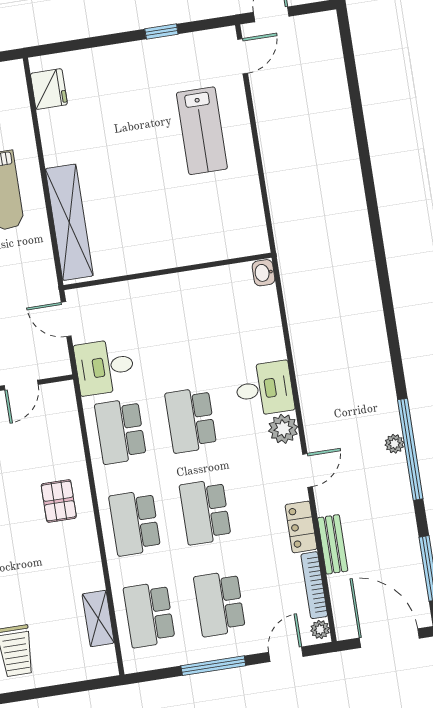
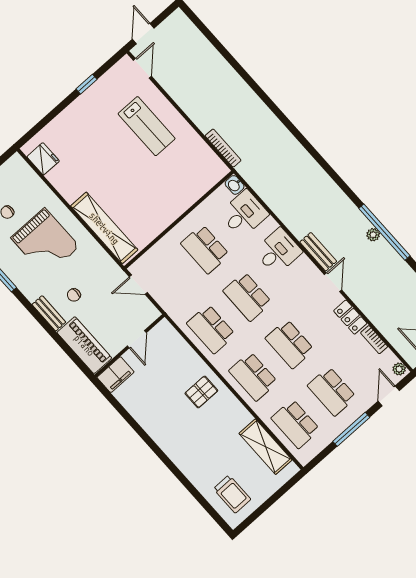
bookcase: (279, 218) -> (223, 148), added
school desk: (176, 328) -> (205, 249), added
desk: (105, 367) -> (244, 214), moved, turned 180
plant: (283, 429) -> (304, 267), removed
pallet: (59, 501) -> (201, 392), turned 90
bench: (333, 544) -> (318, 252), moved
bookcase: (314, 585) -> (374, 340), width x0.64
shelving: (98, 618) -> (266, 447), width x1.50, depth x1.33

